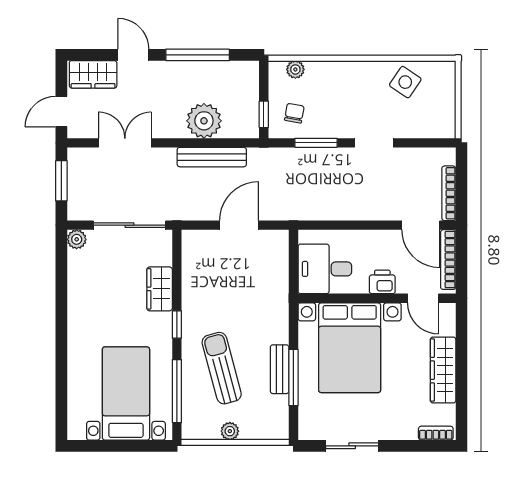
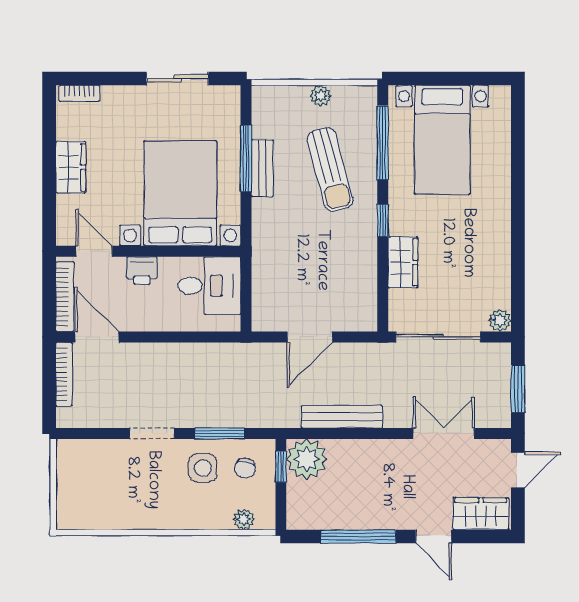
side table: (405, 82) -> (203, 468), moved, turned -34
plant: (204, 121) -> (307, 459), moved
double door: (125, 143) -> (444, 433), swing flipped
wardrobe: (443, 370) -> (71, 167), width x0.67

